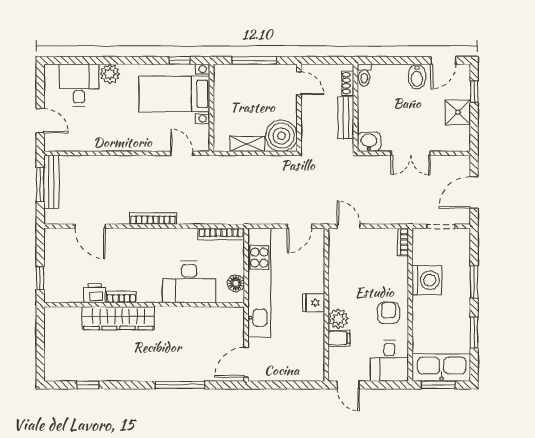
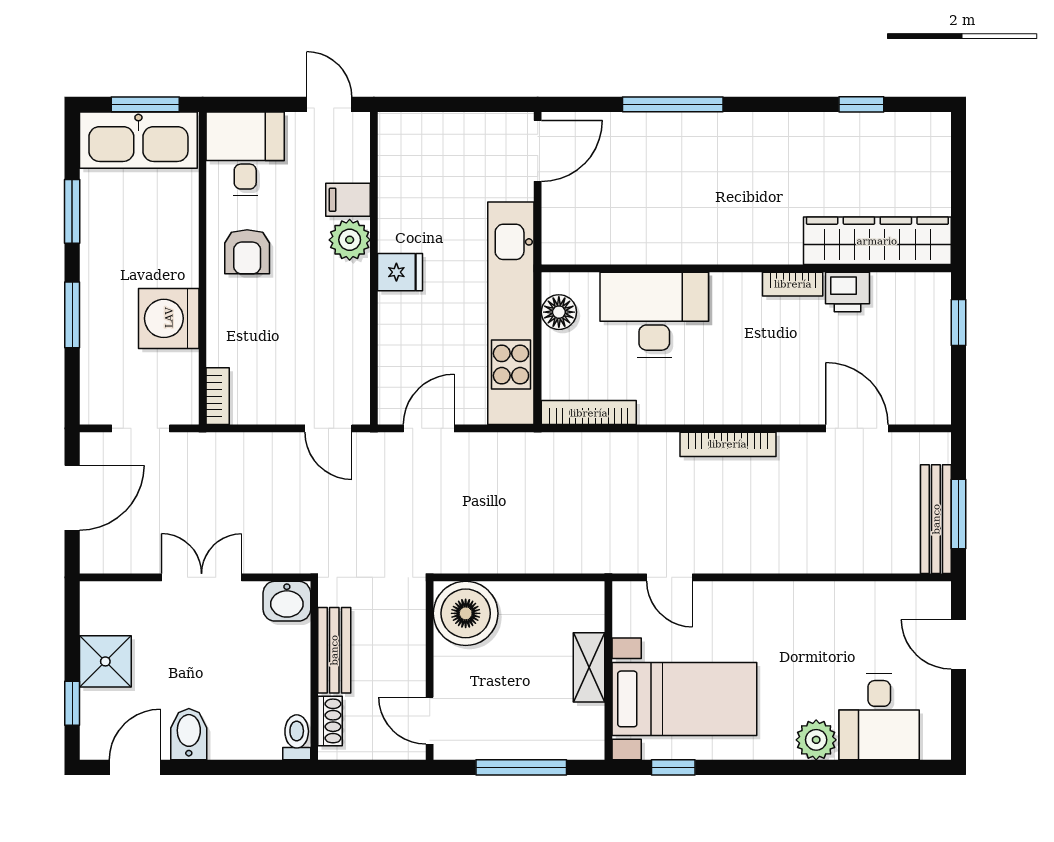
shelving: (247, 144) -> (589, 667), moved, turned 90
wardrobe: (118, 318) -> (877, 241), moved

